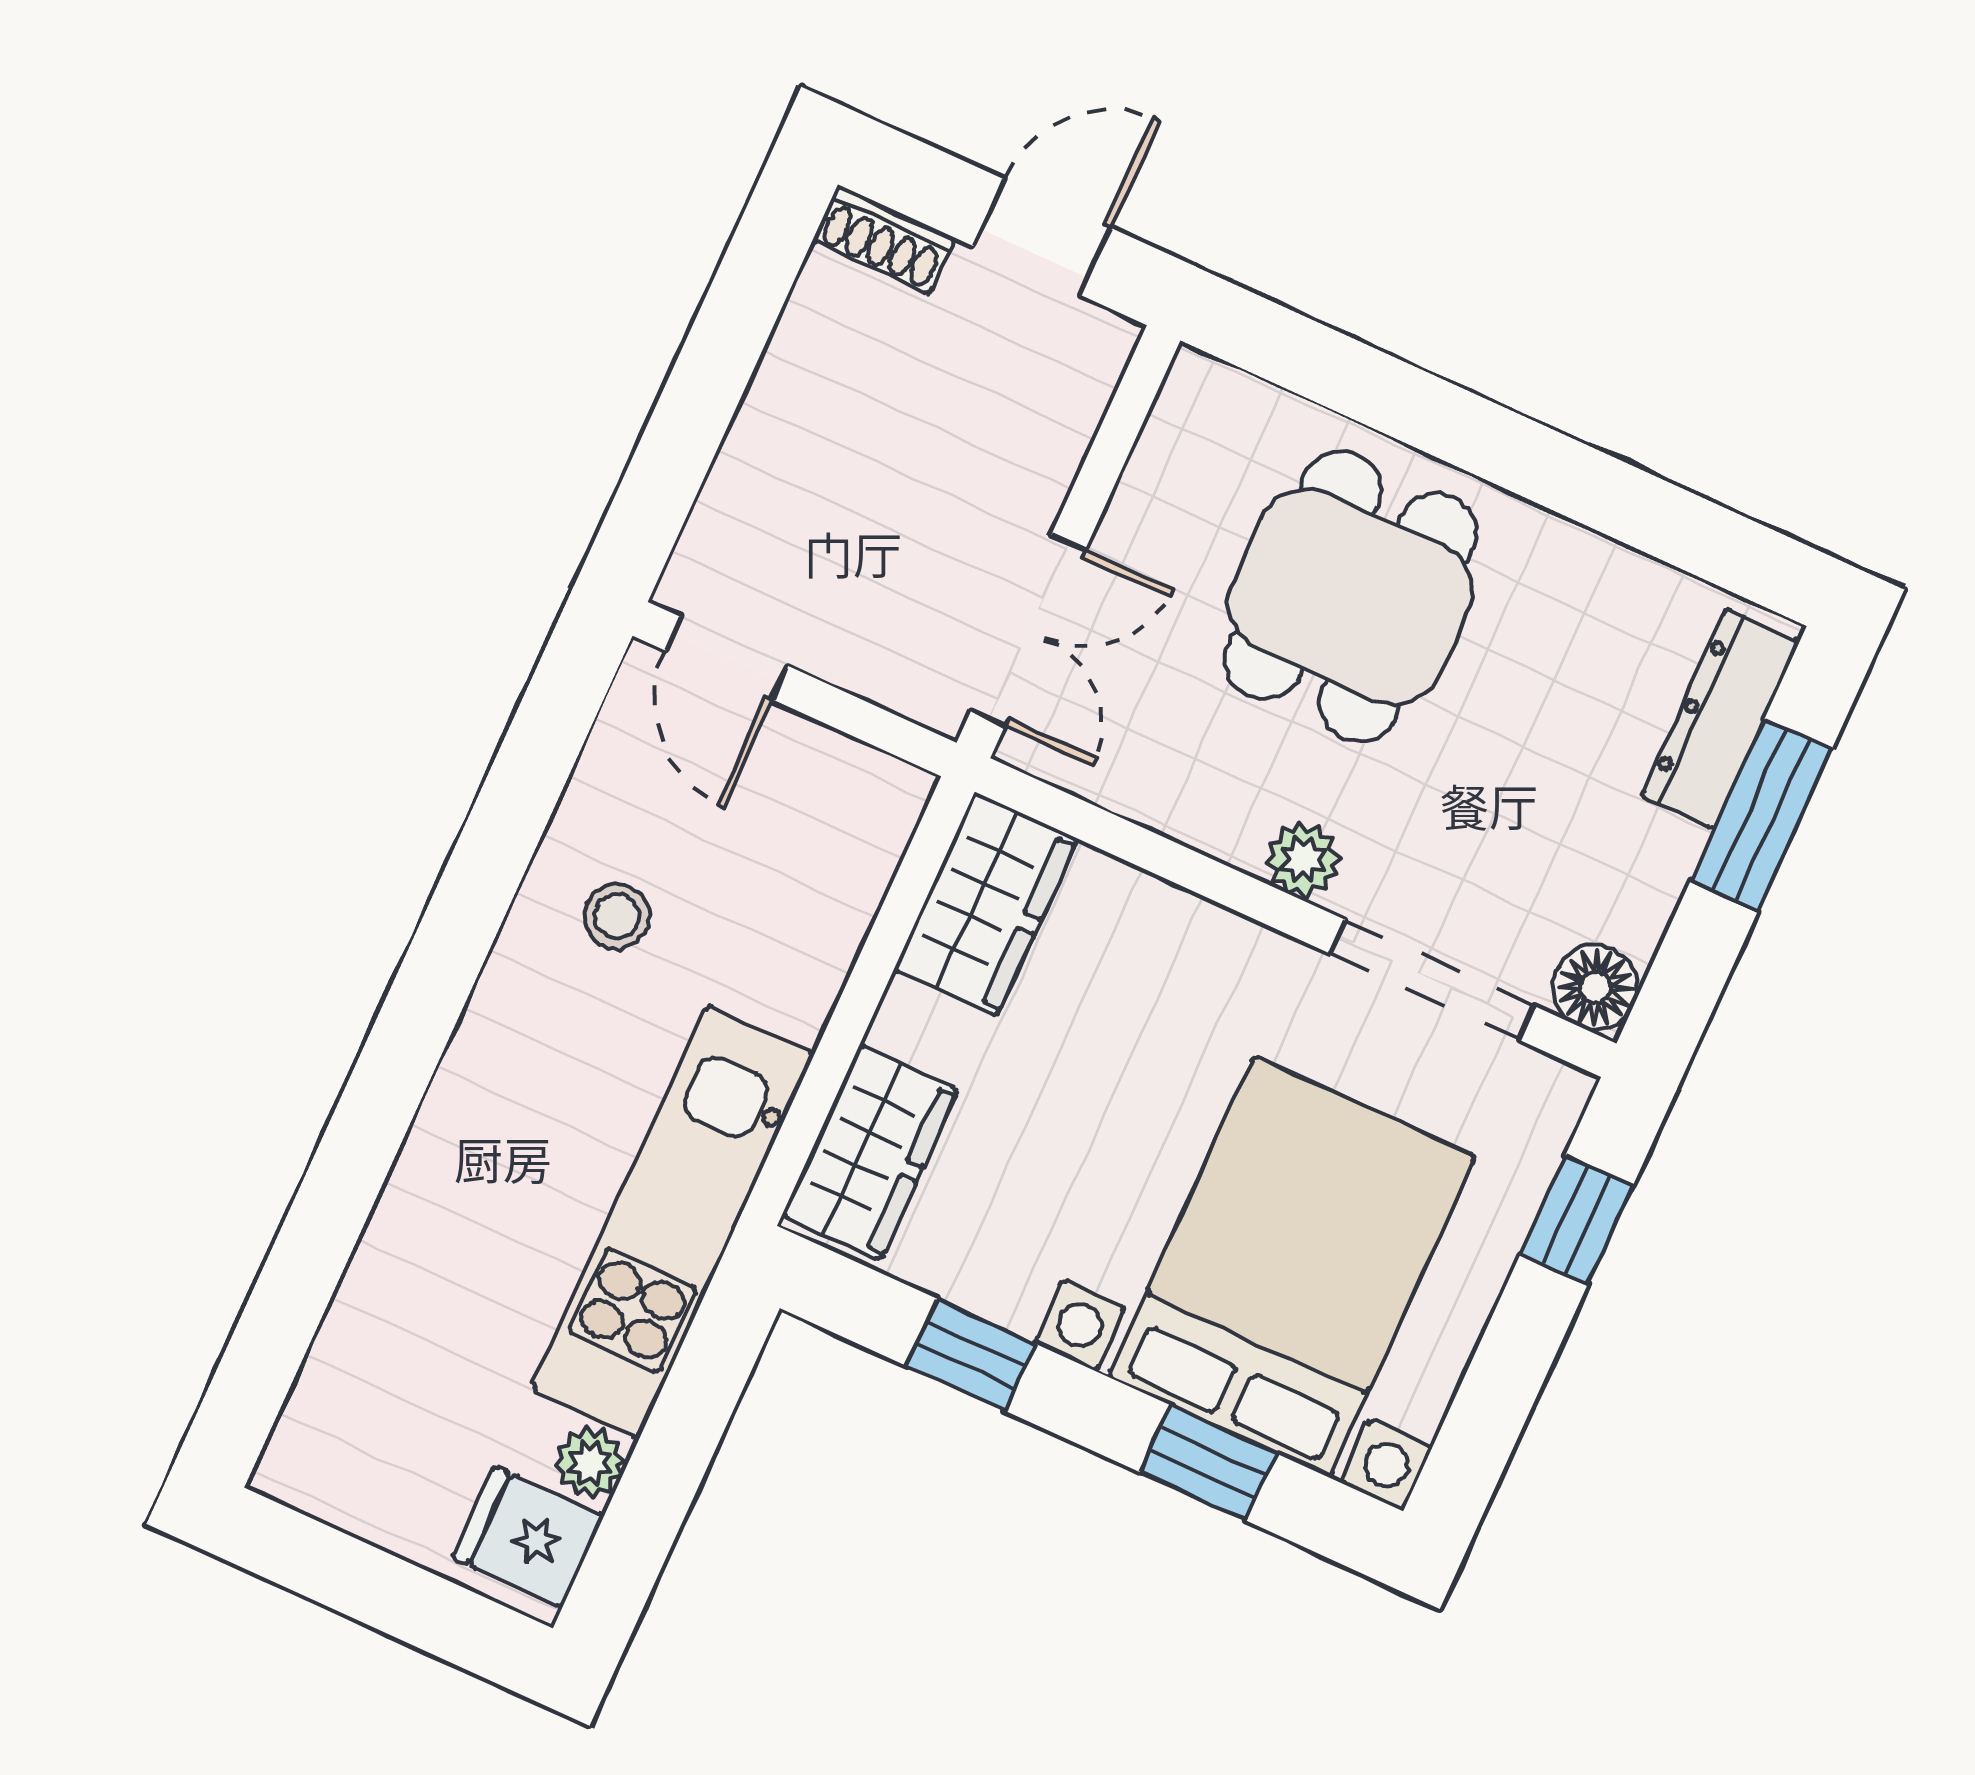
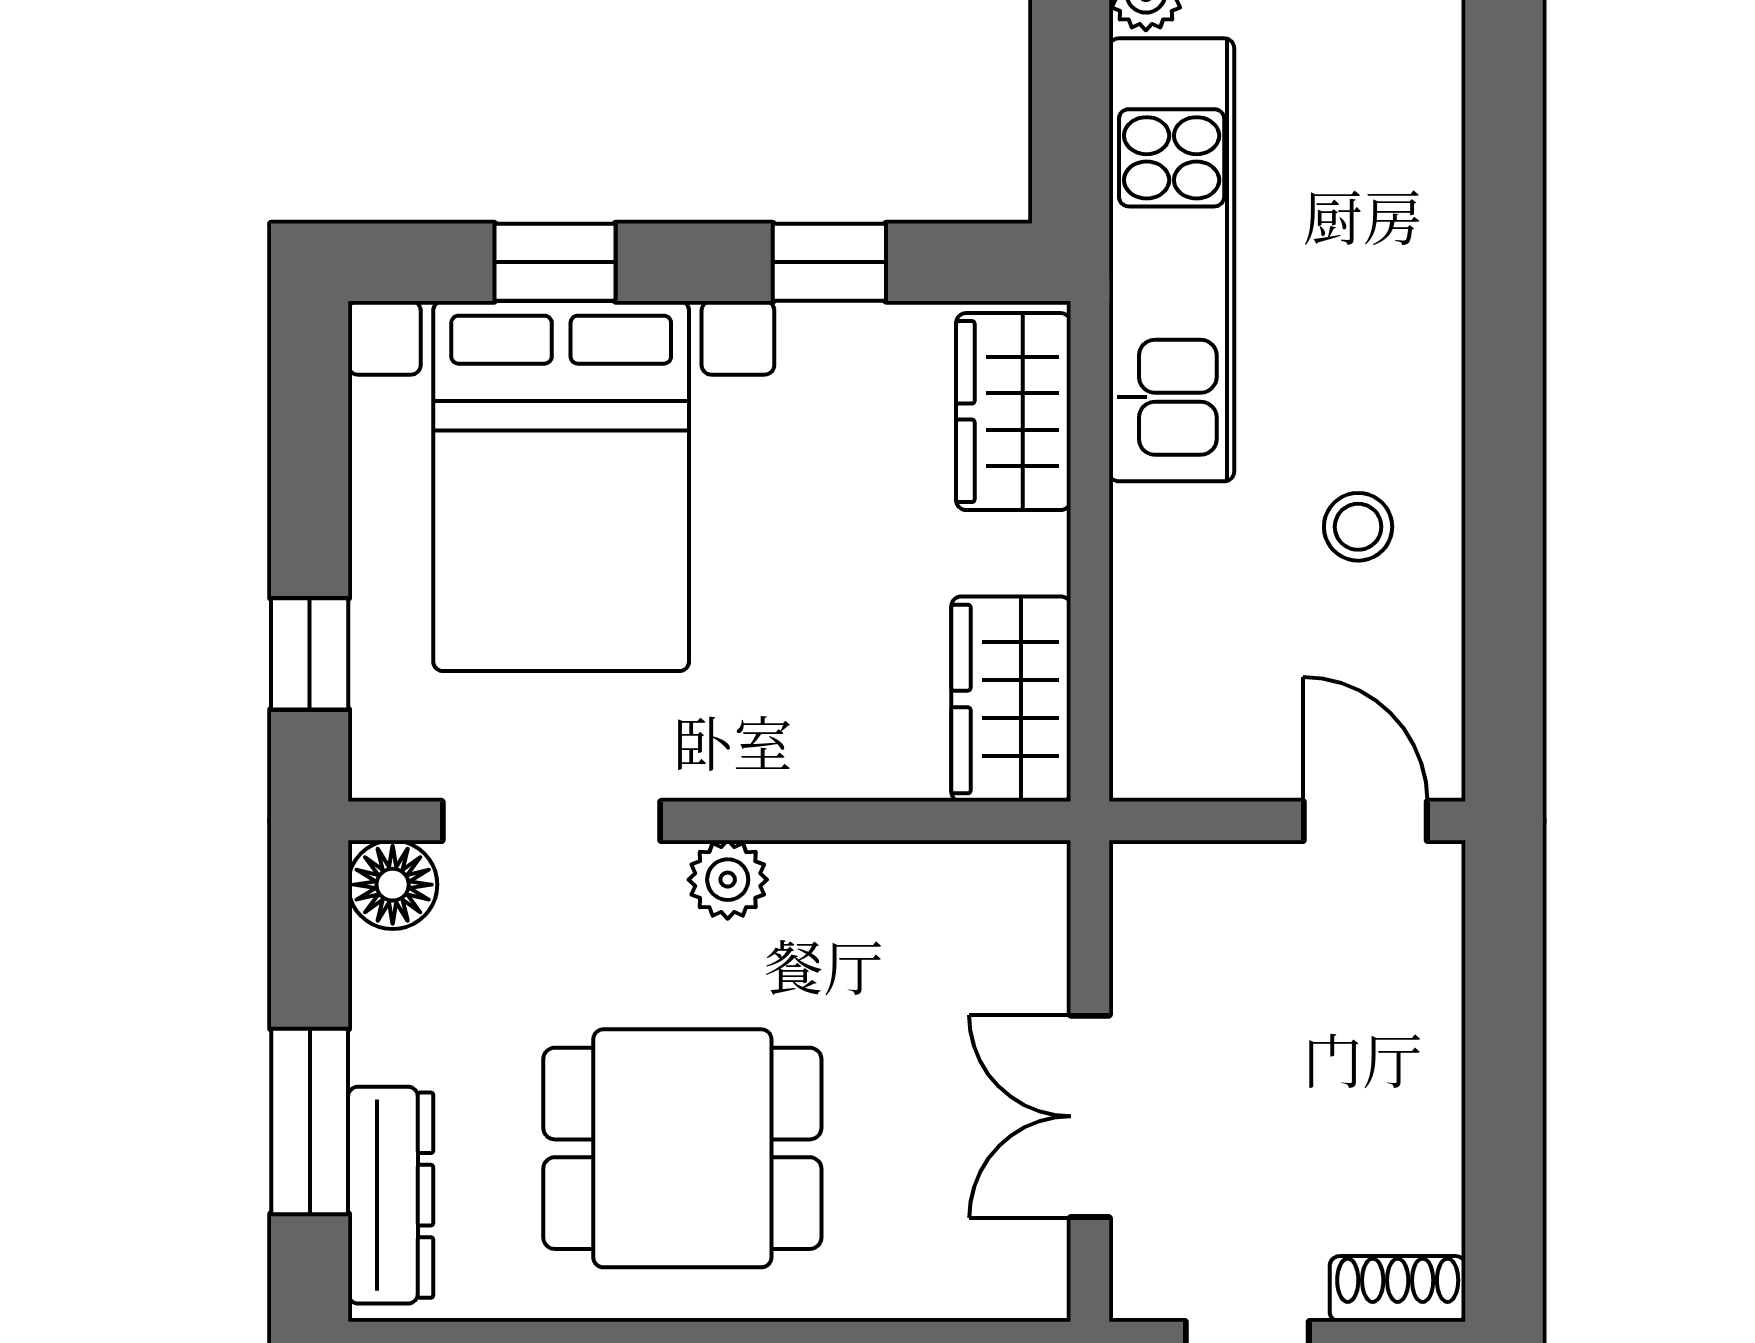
dining table: (1350, 597) -> (682, 1148), moved, turned 90
double door: (1028, 630) -> (1090, 1116), moved

